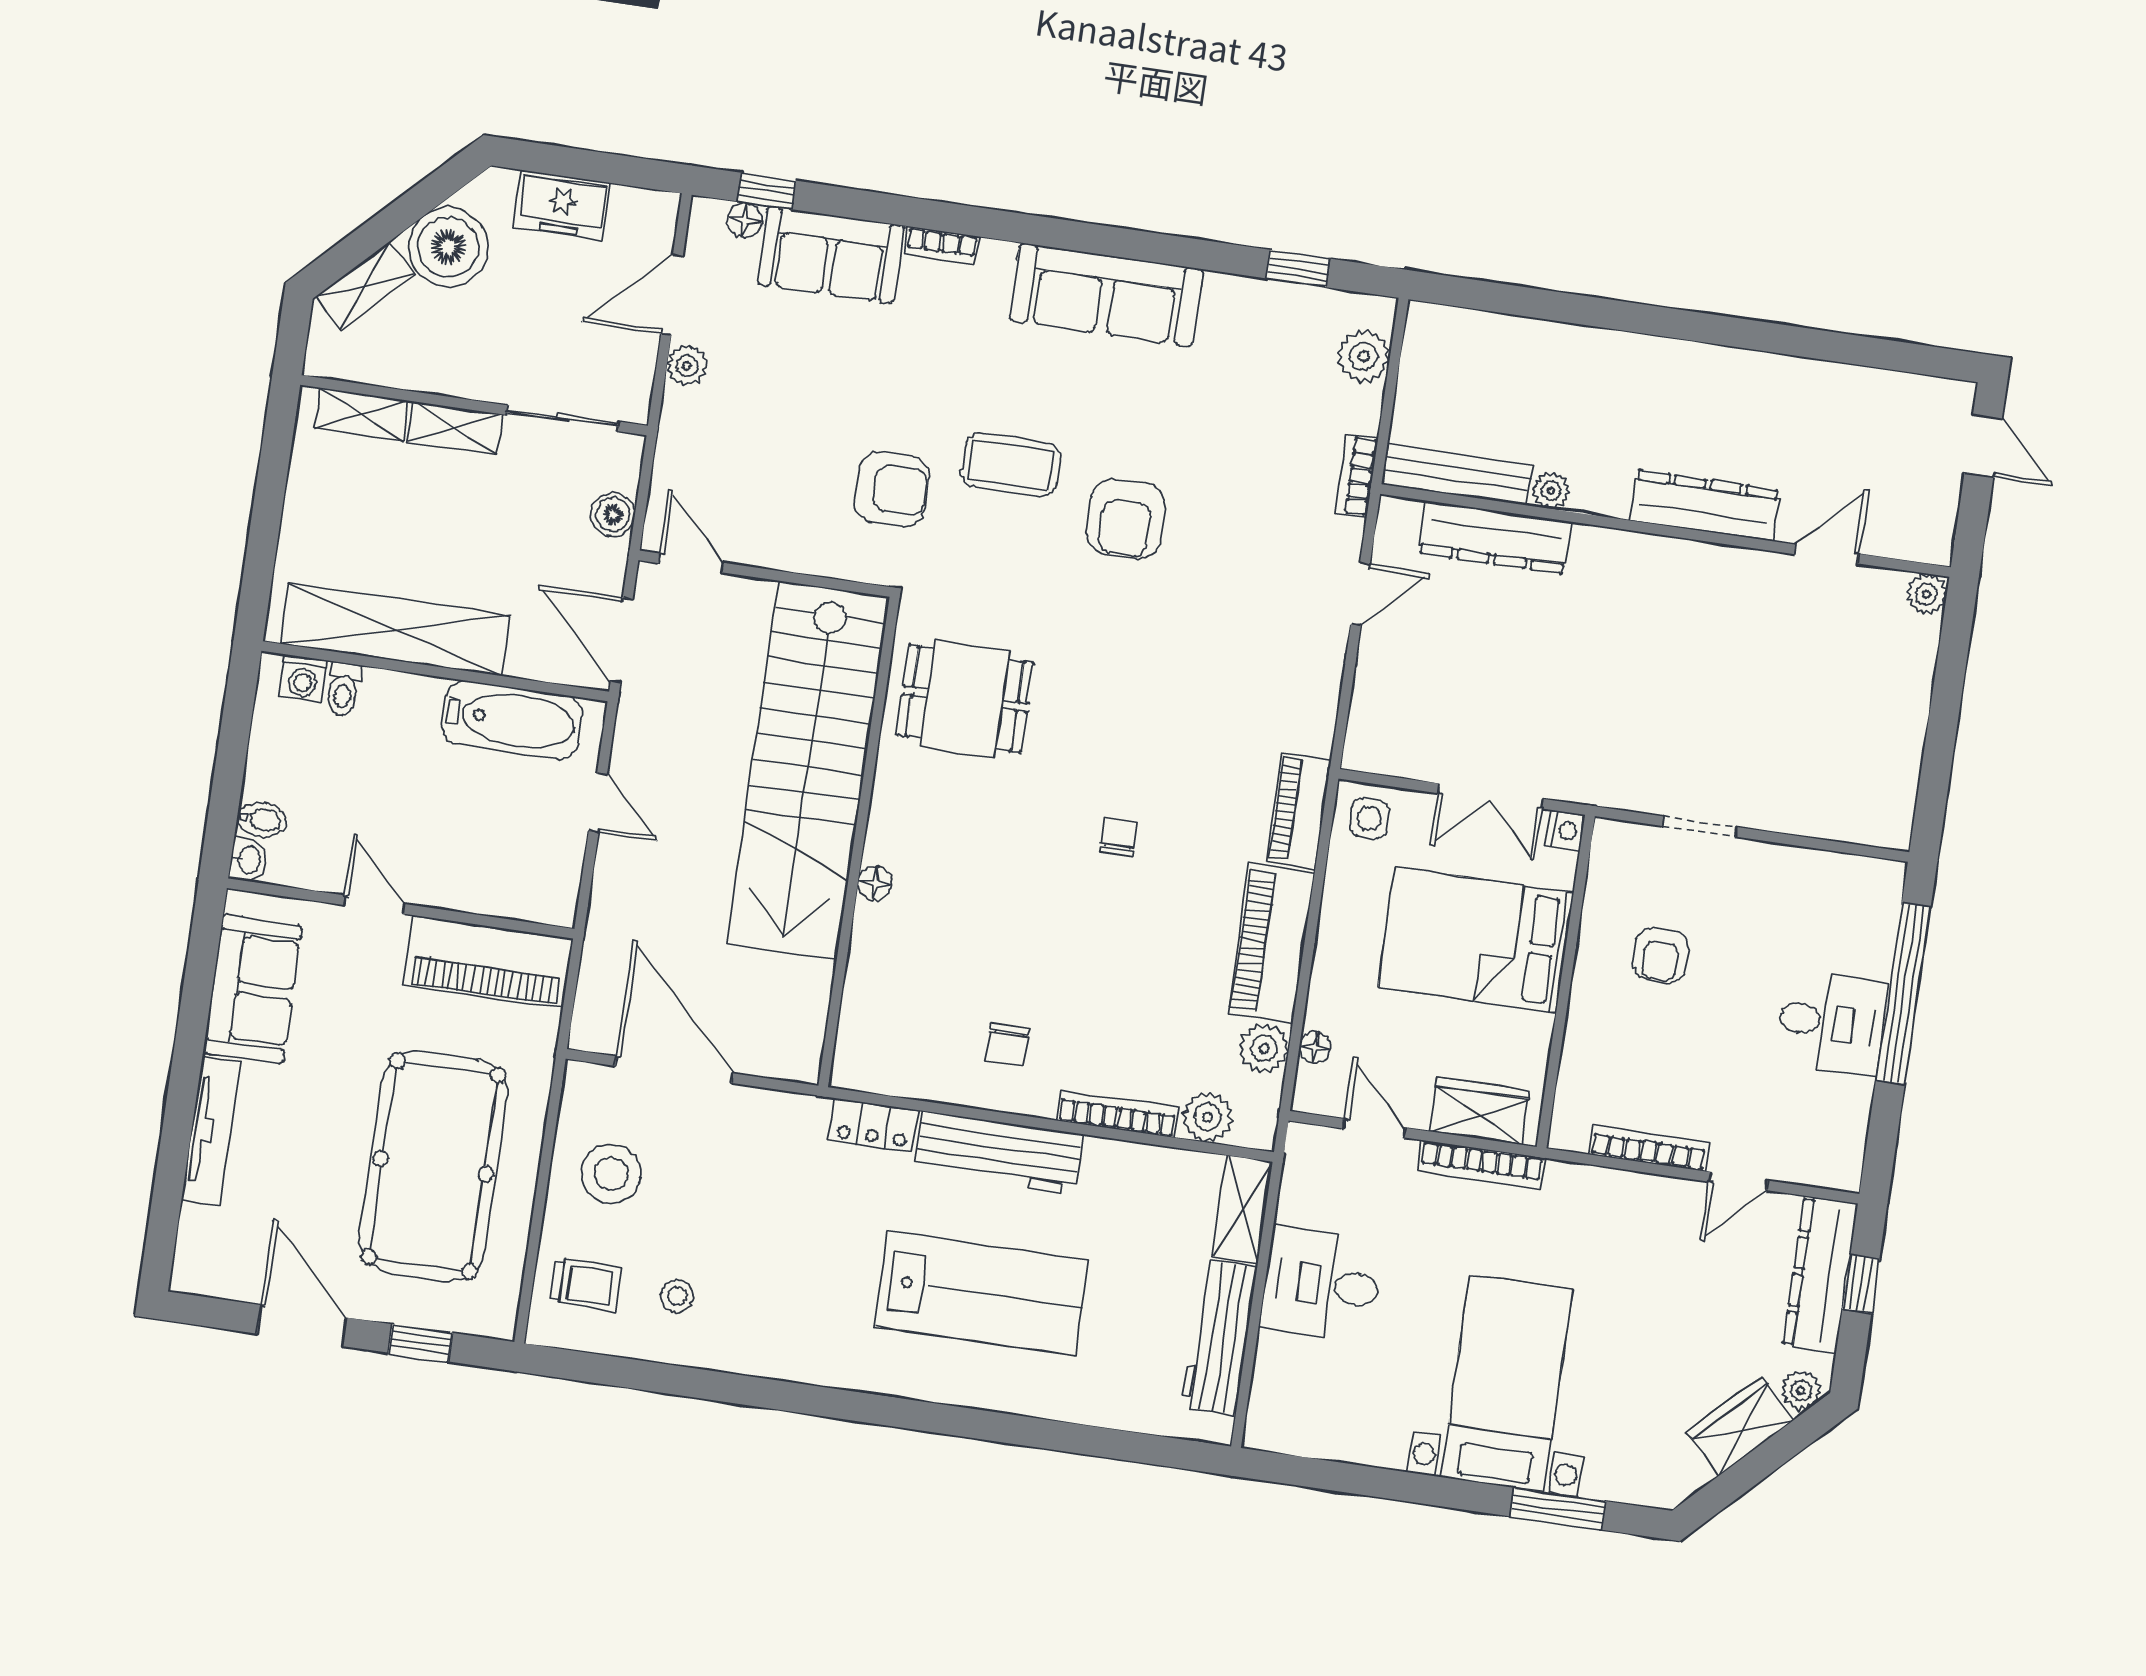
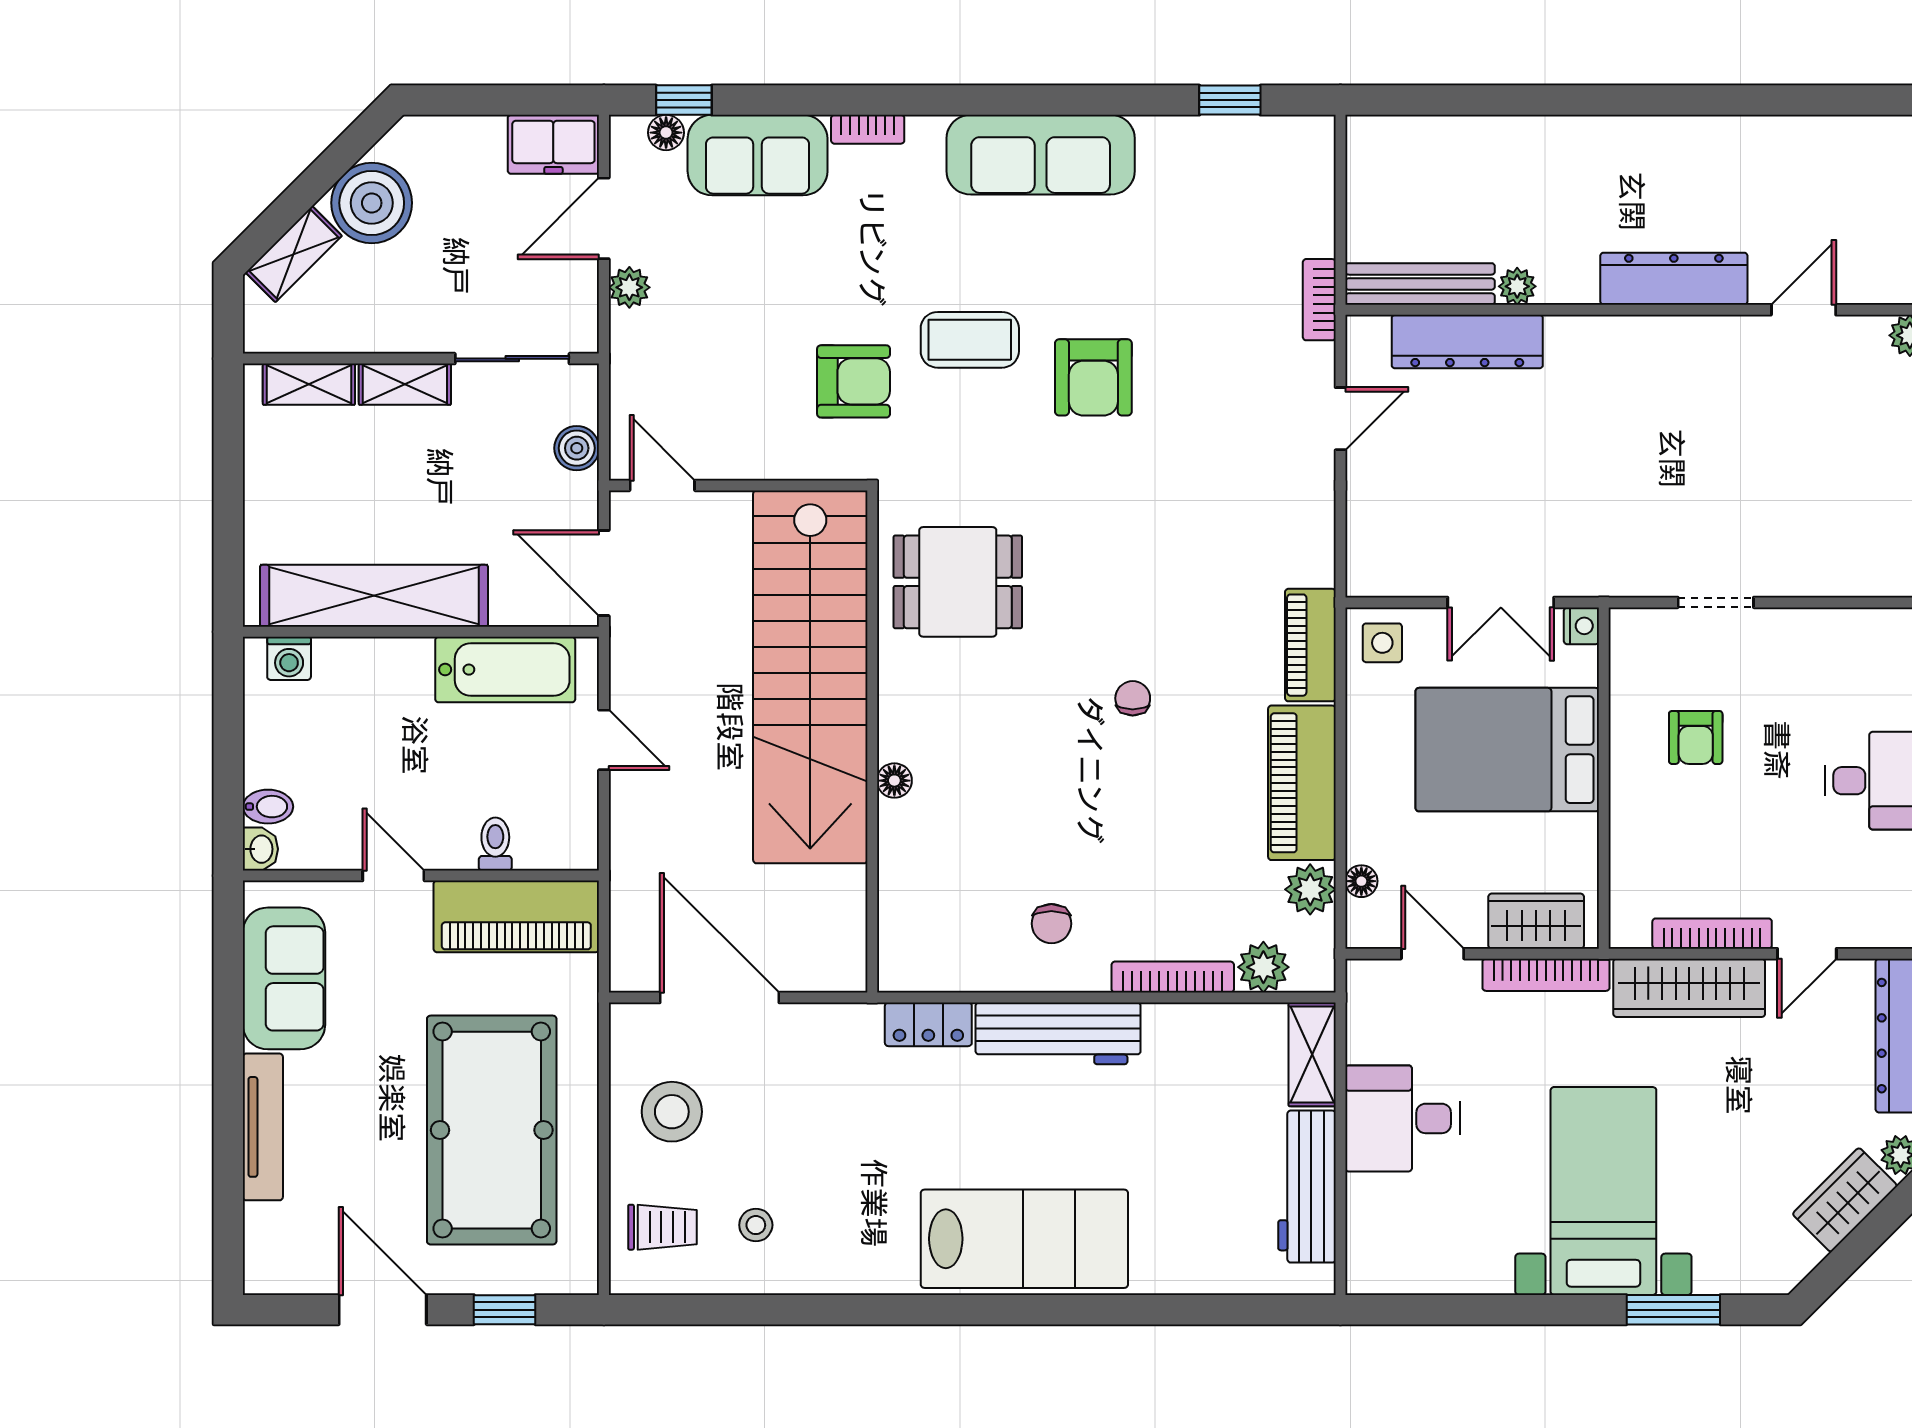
freezer: (562, 205) -> (553, 144), moved
plant: (1364, 356) -> (1309, 179), removed
toilet: (343, 689) -> (495, 844), moved, turned 180
wardrobe: (1619, 1198) -> (1689, 988), added
lab bench: (981, 1293) -> (1024, 1239), moved

